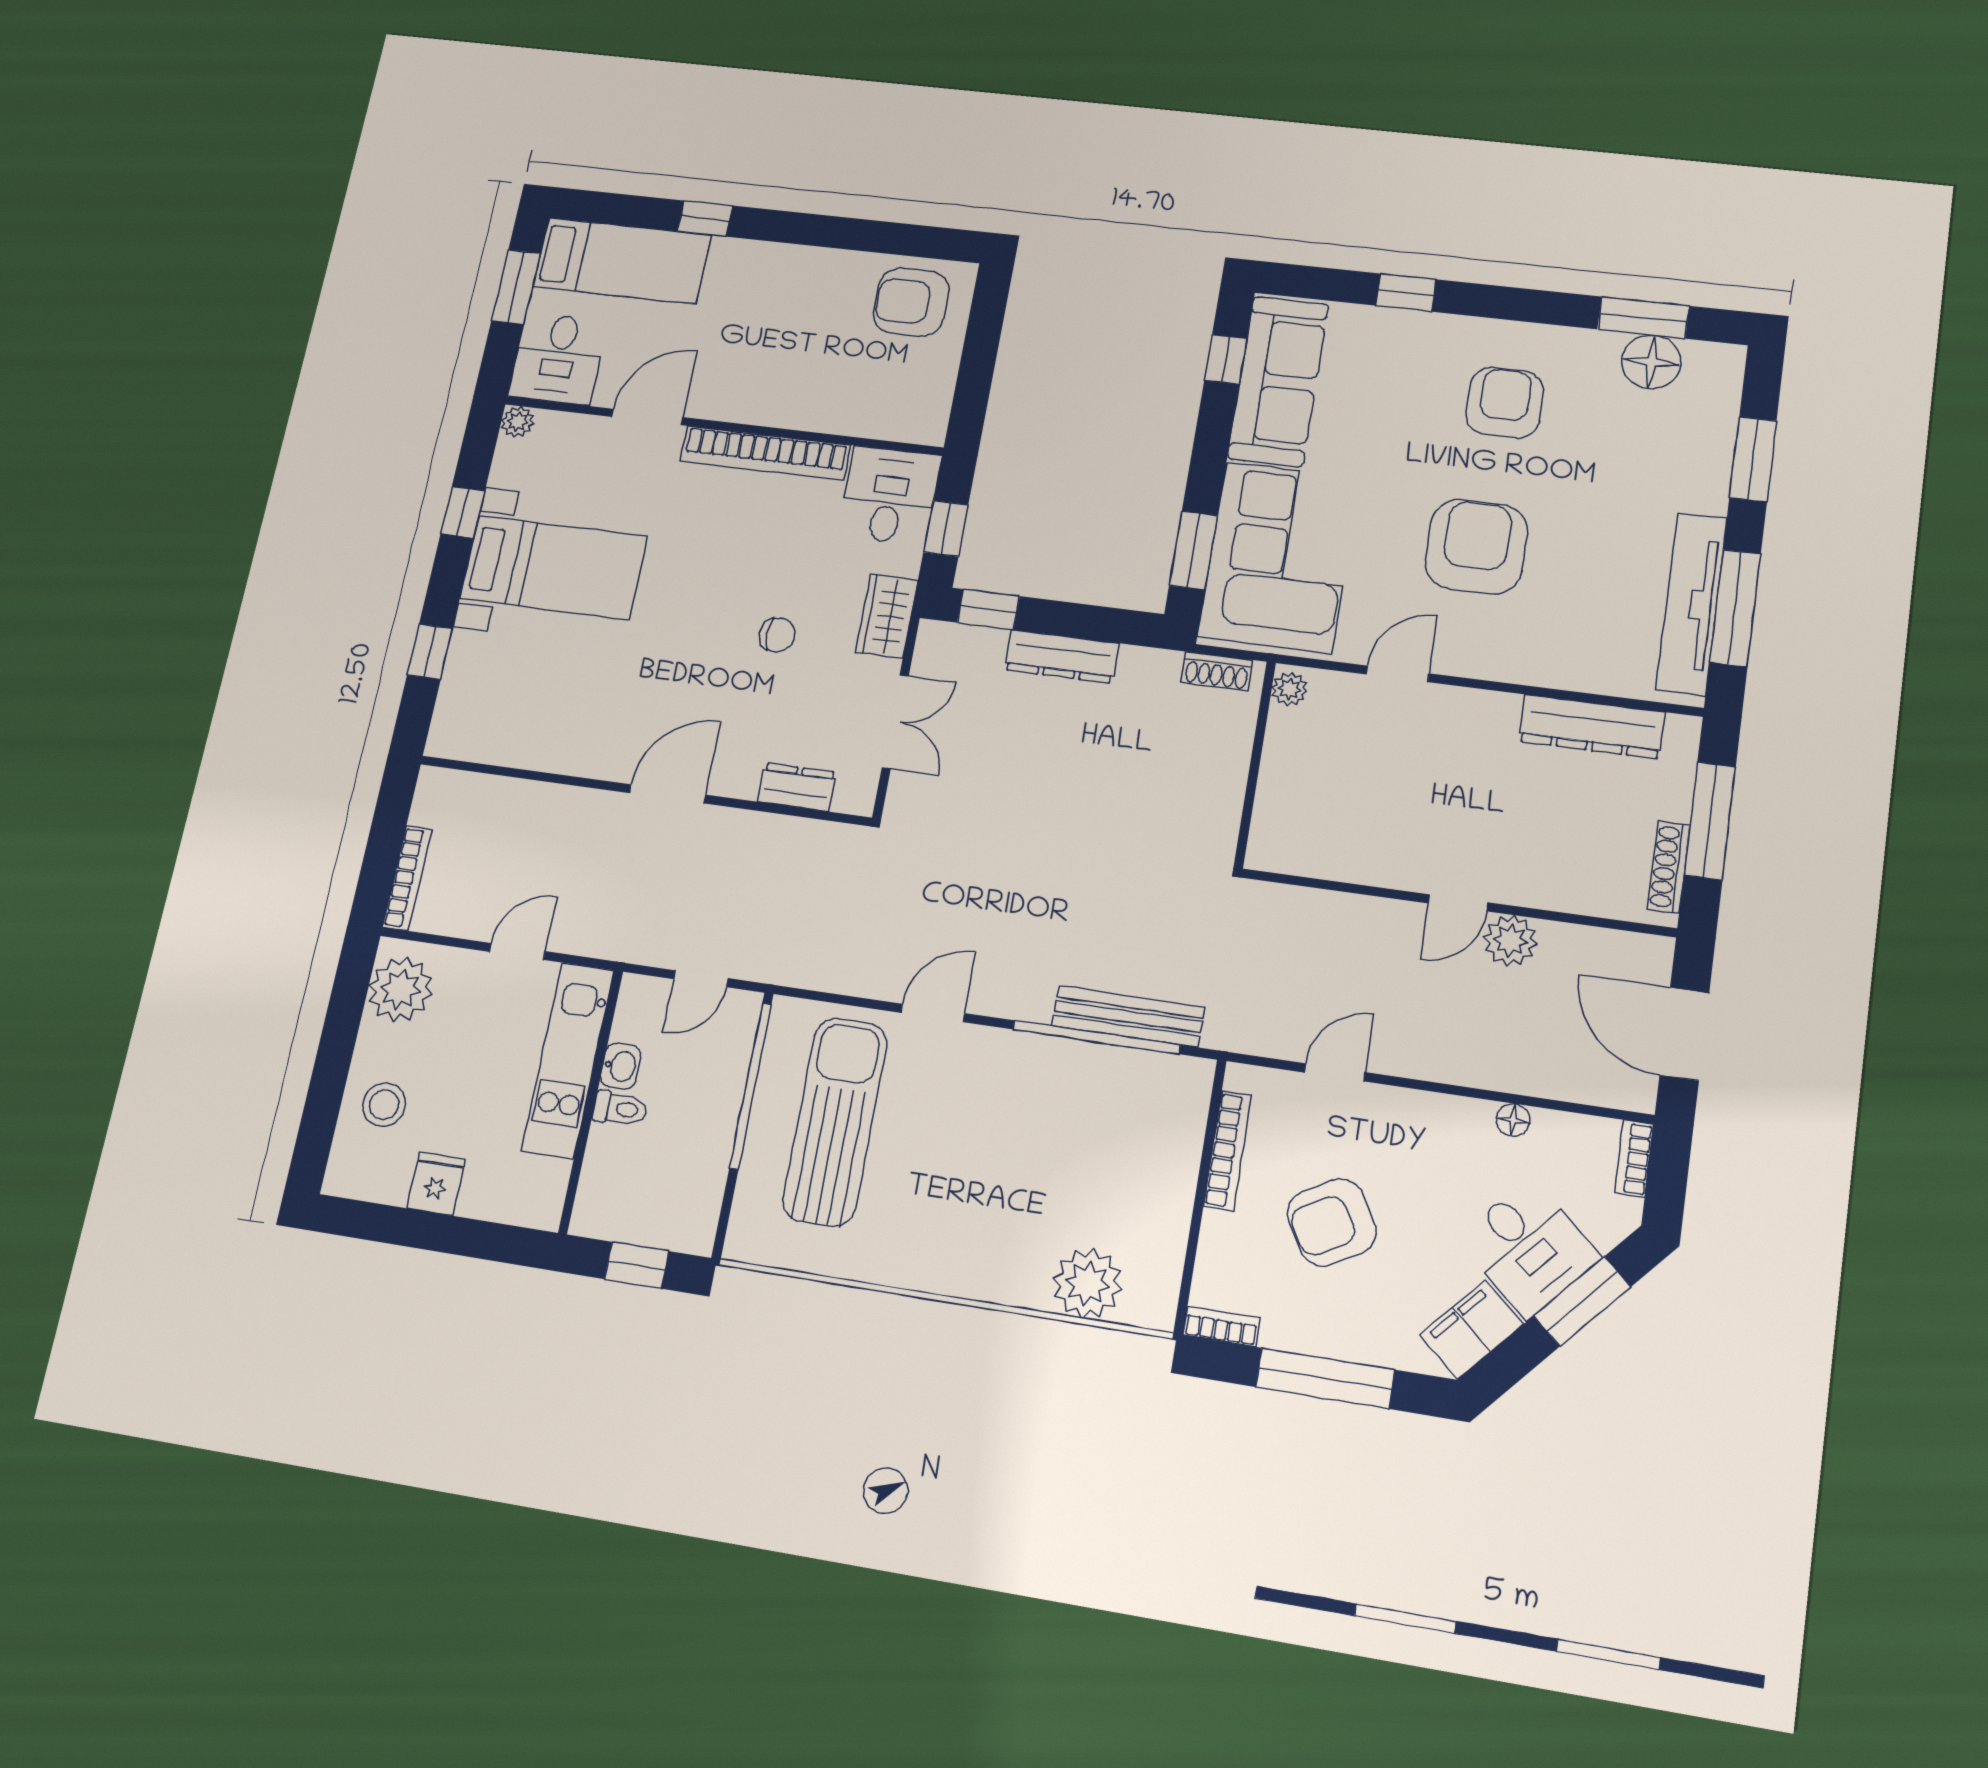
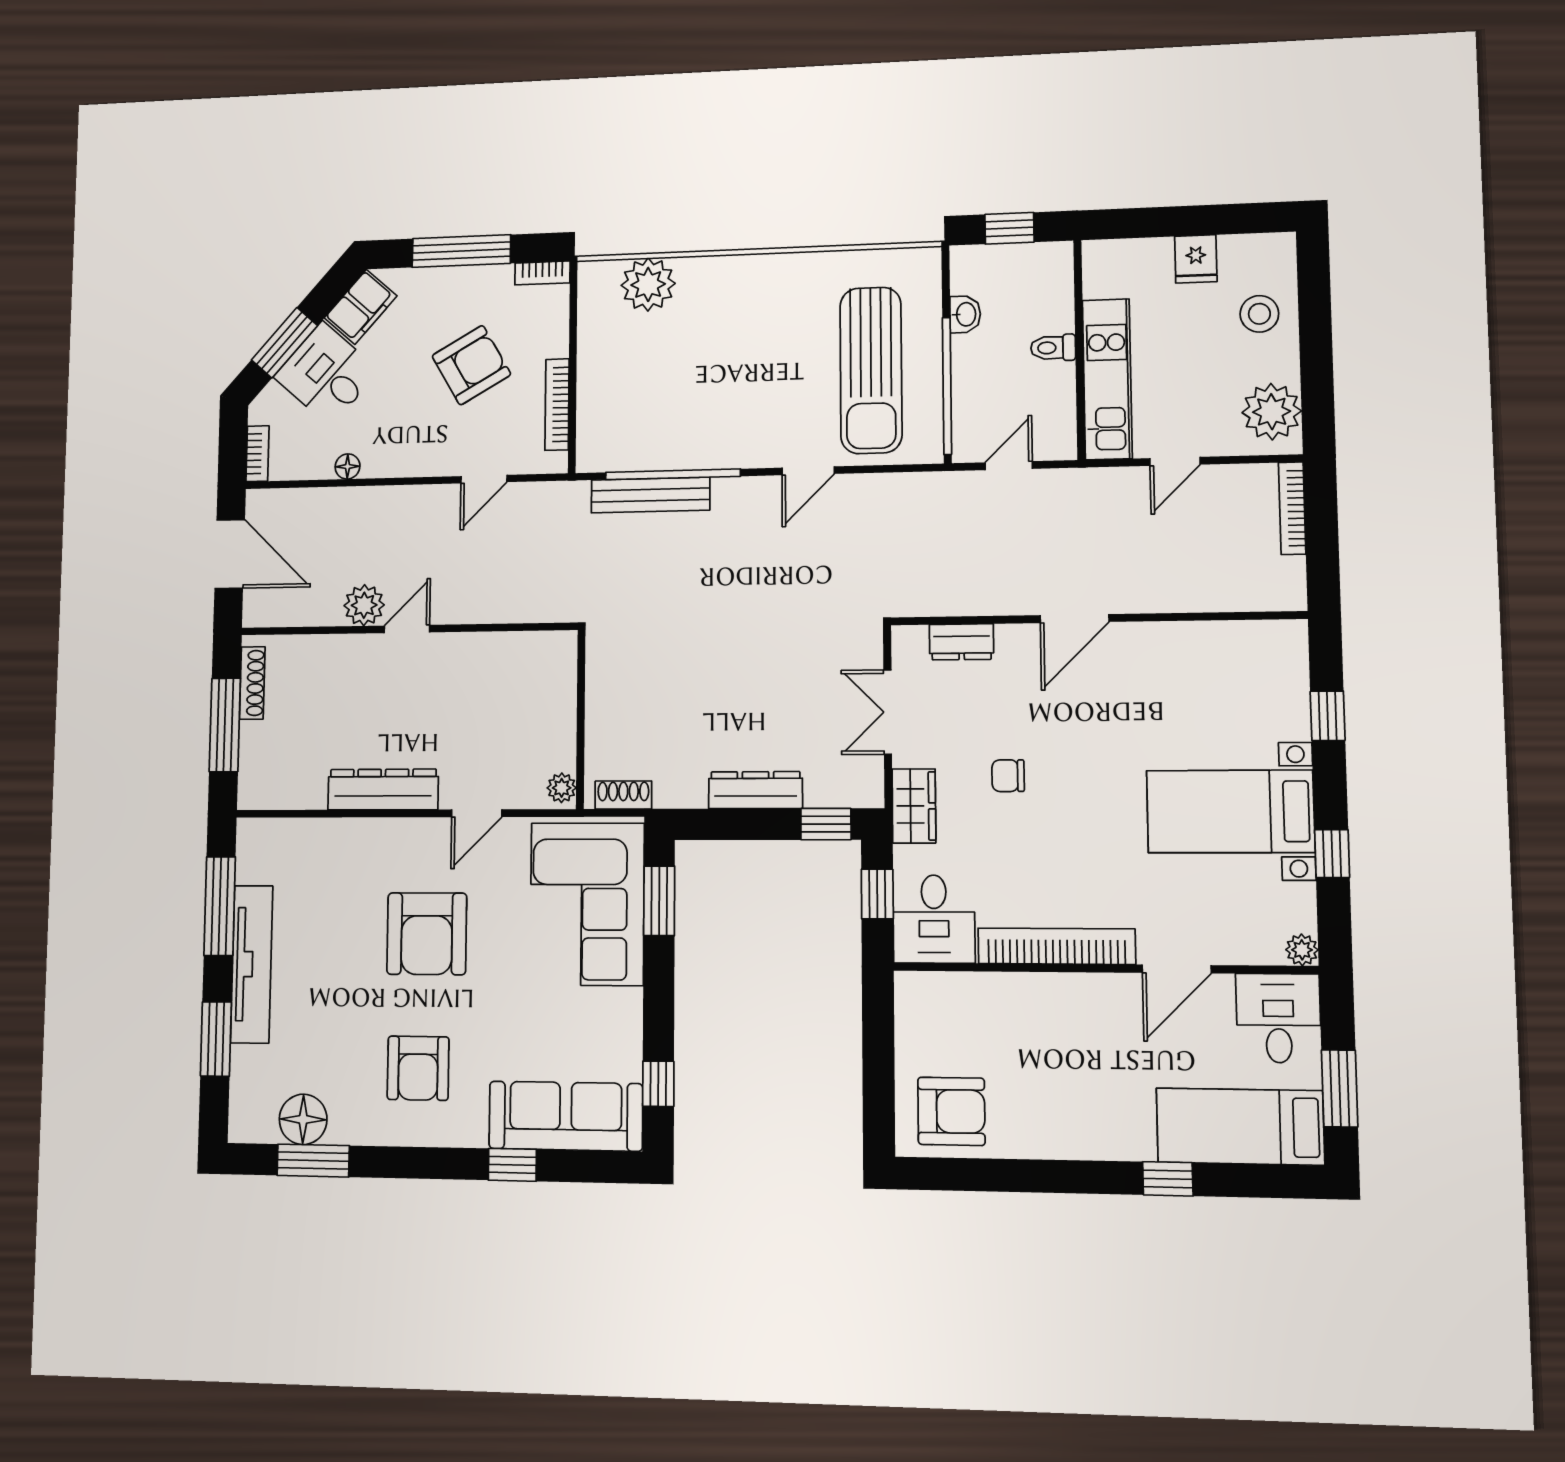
sofa: (1278, 381) -> (566, 1116), moved, turned 90
tv unit: (1692, 604) -> (252, 964), moved
dresser: (1592, 727) -> (383, 789), moved
washbasin: (621, 1066) -> (965, 314), moved, turned 180

